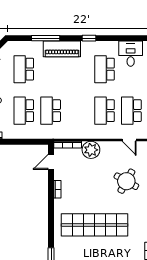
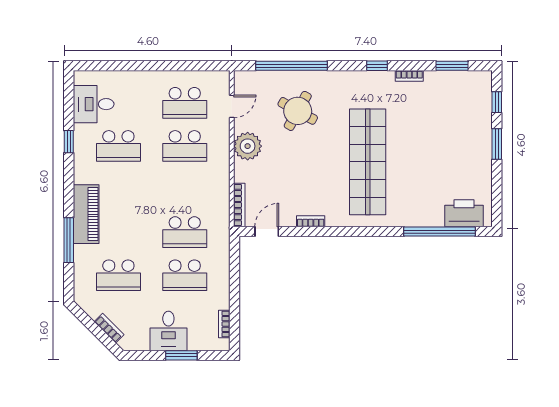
window: (89, 38) -> (69, 142), moved
plant: (91, 150) -> (248, 146), moved
door: (51, 162) -> (267, 232), swing flipped

